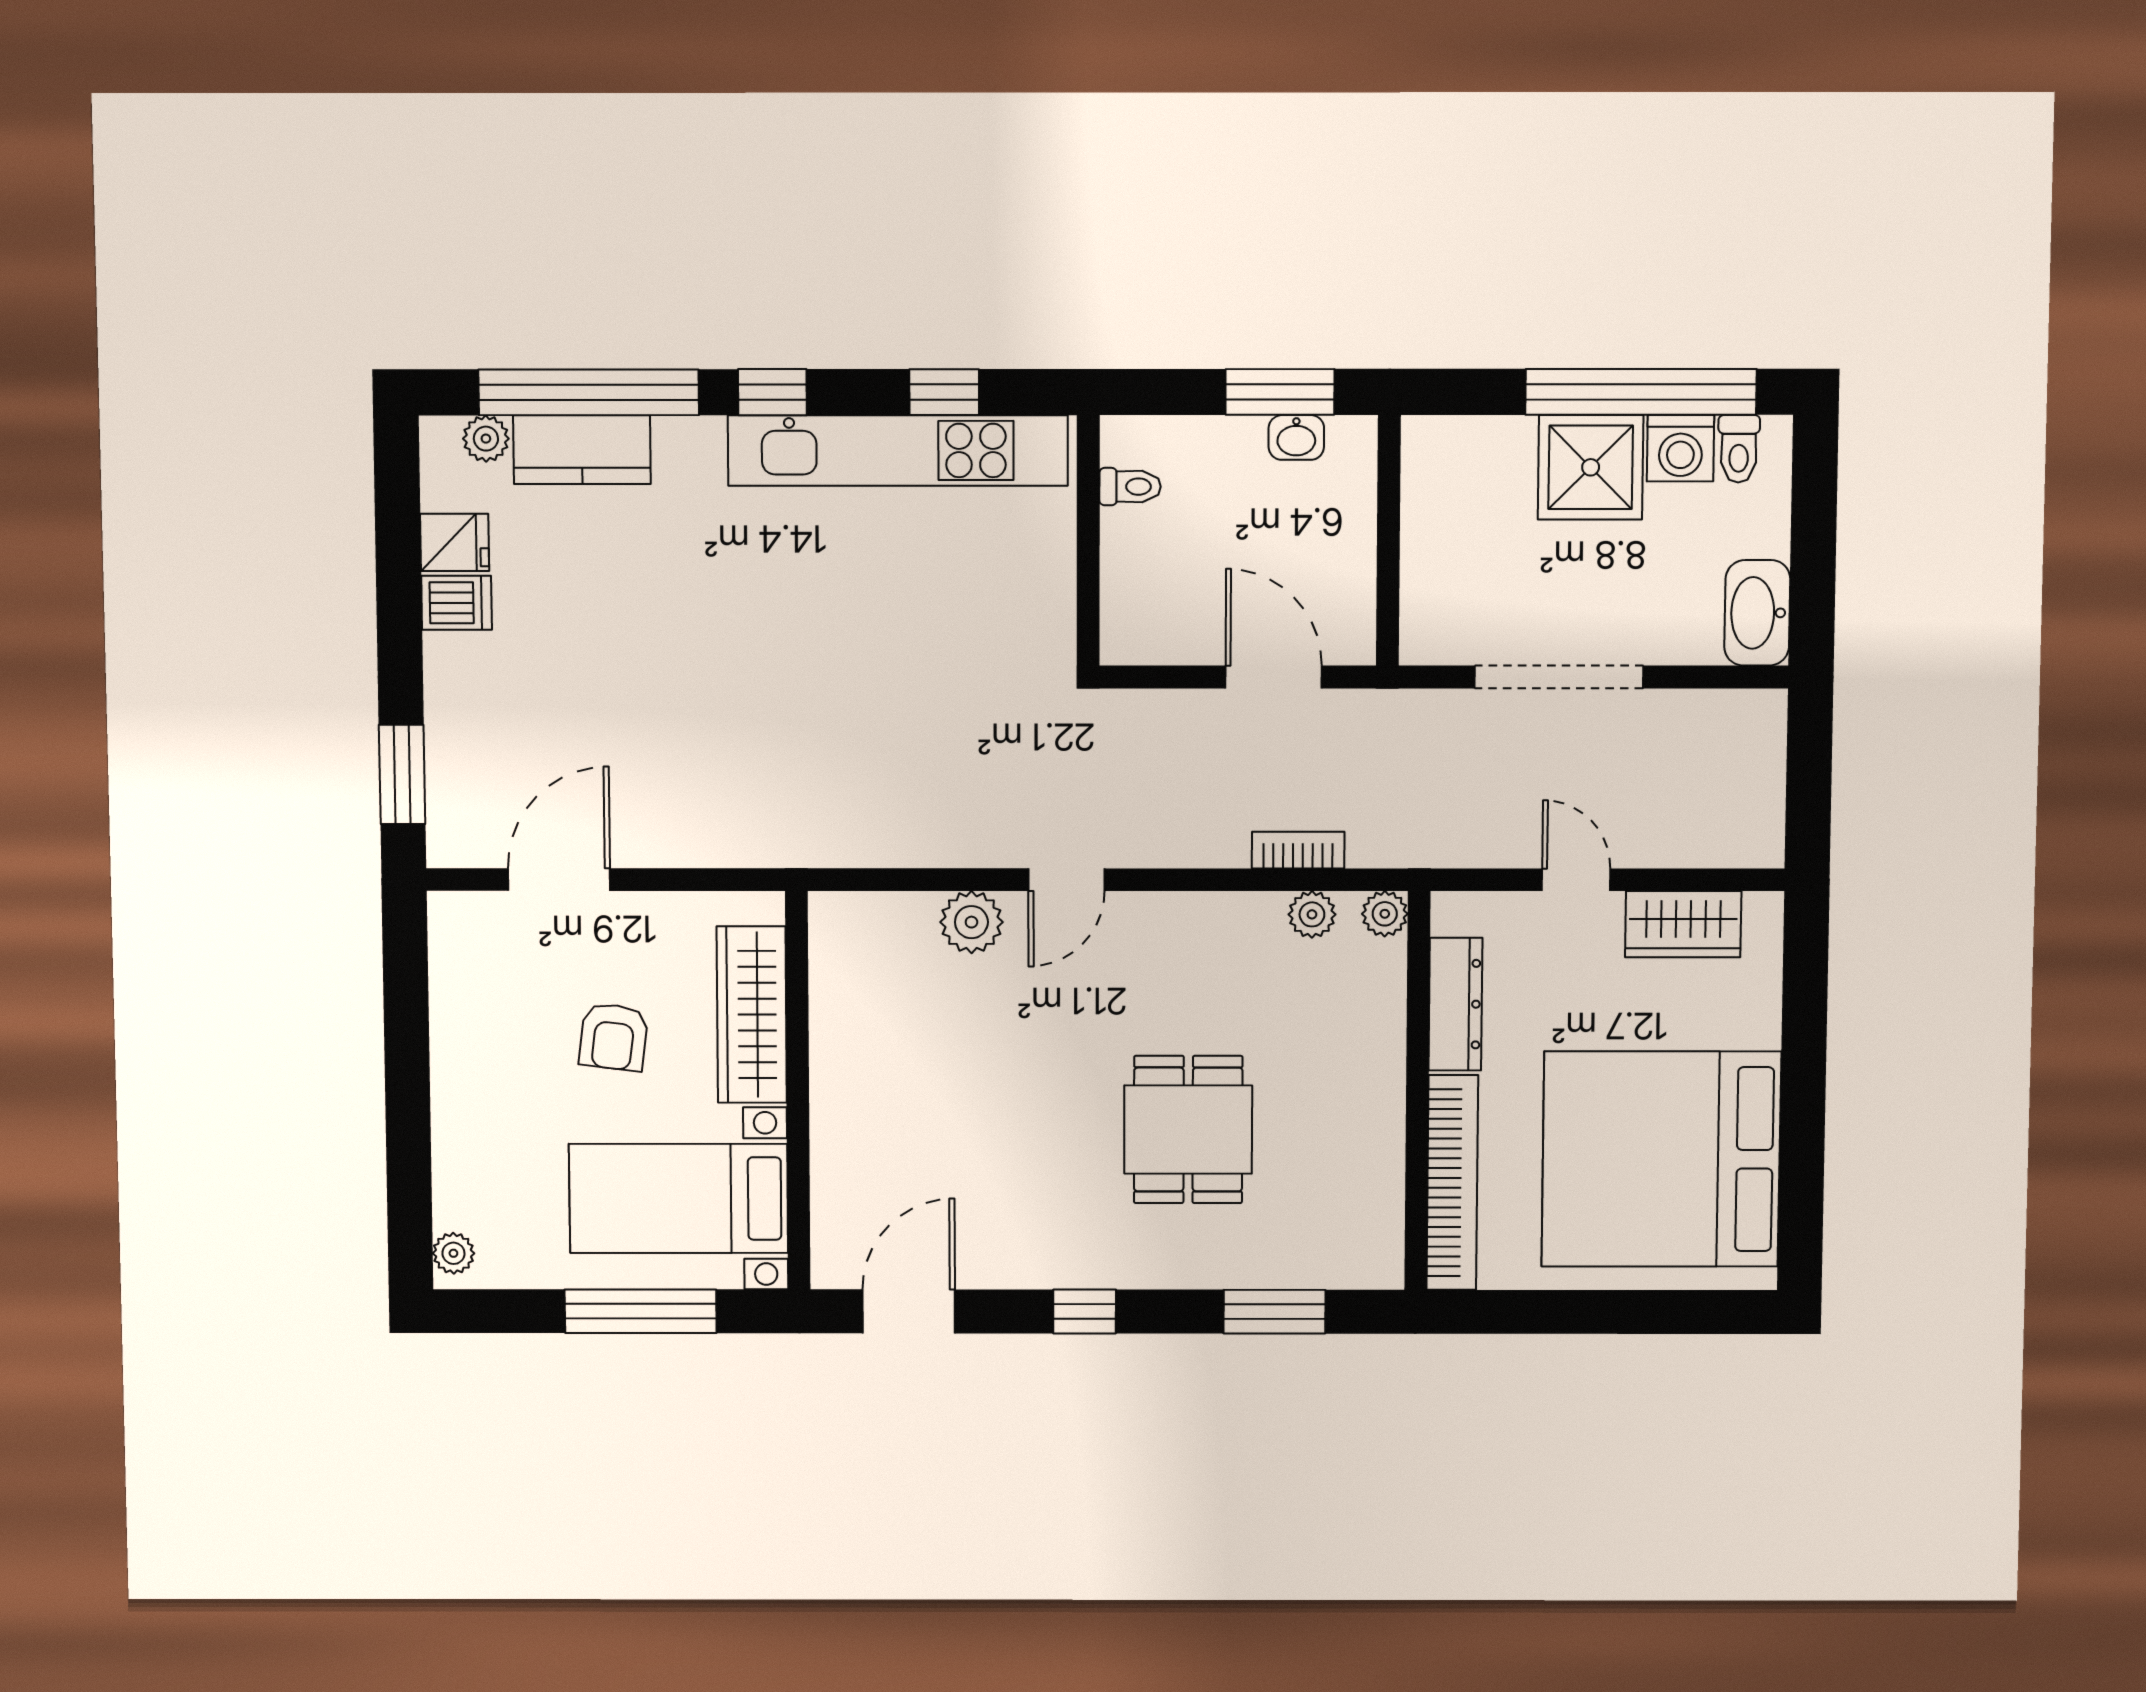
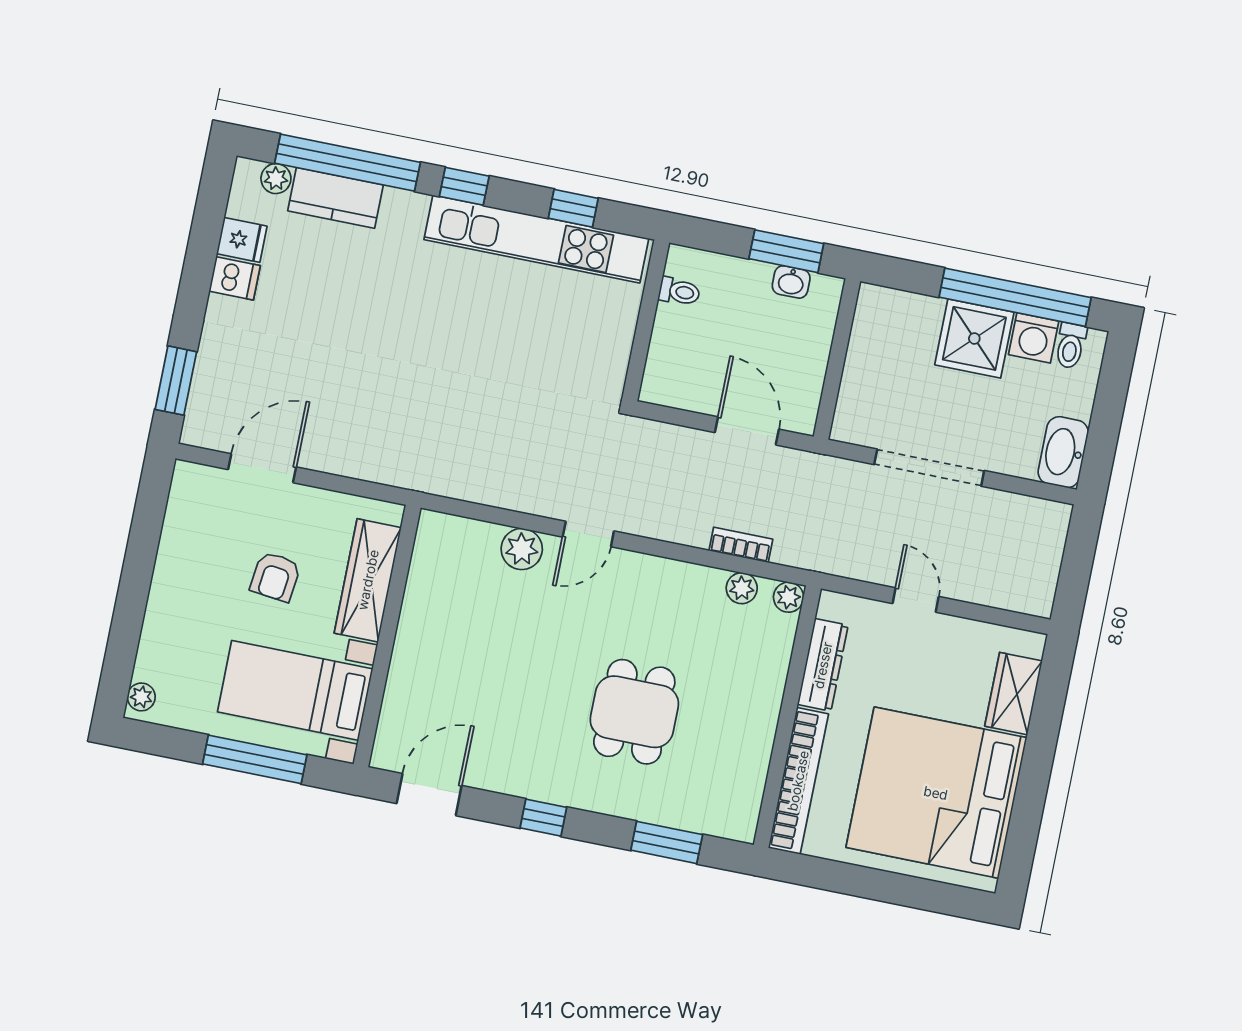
wardrobe: (1683, 924) -> (1014, 694), moved, turned 90

